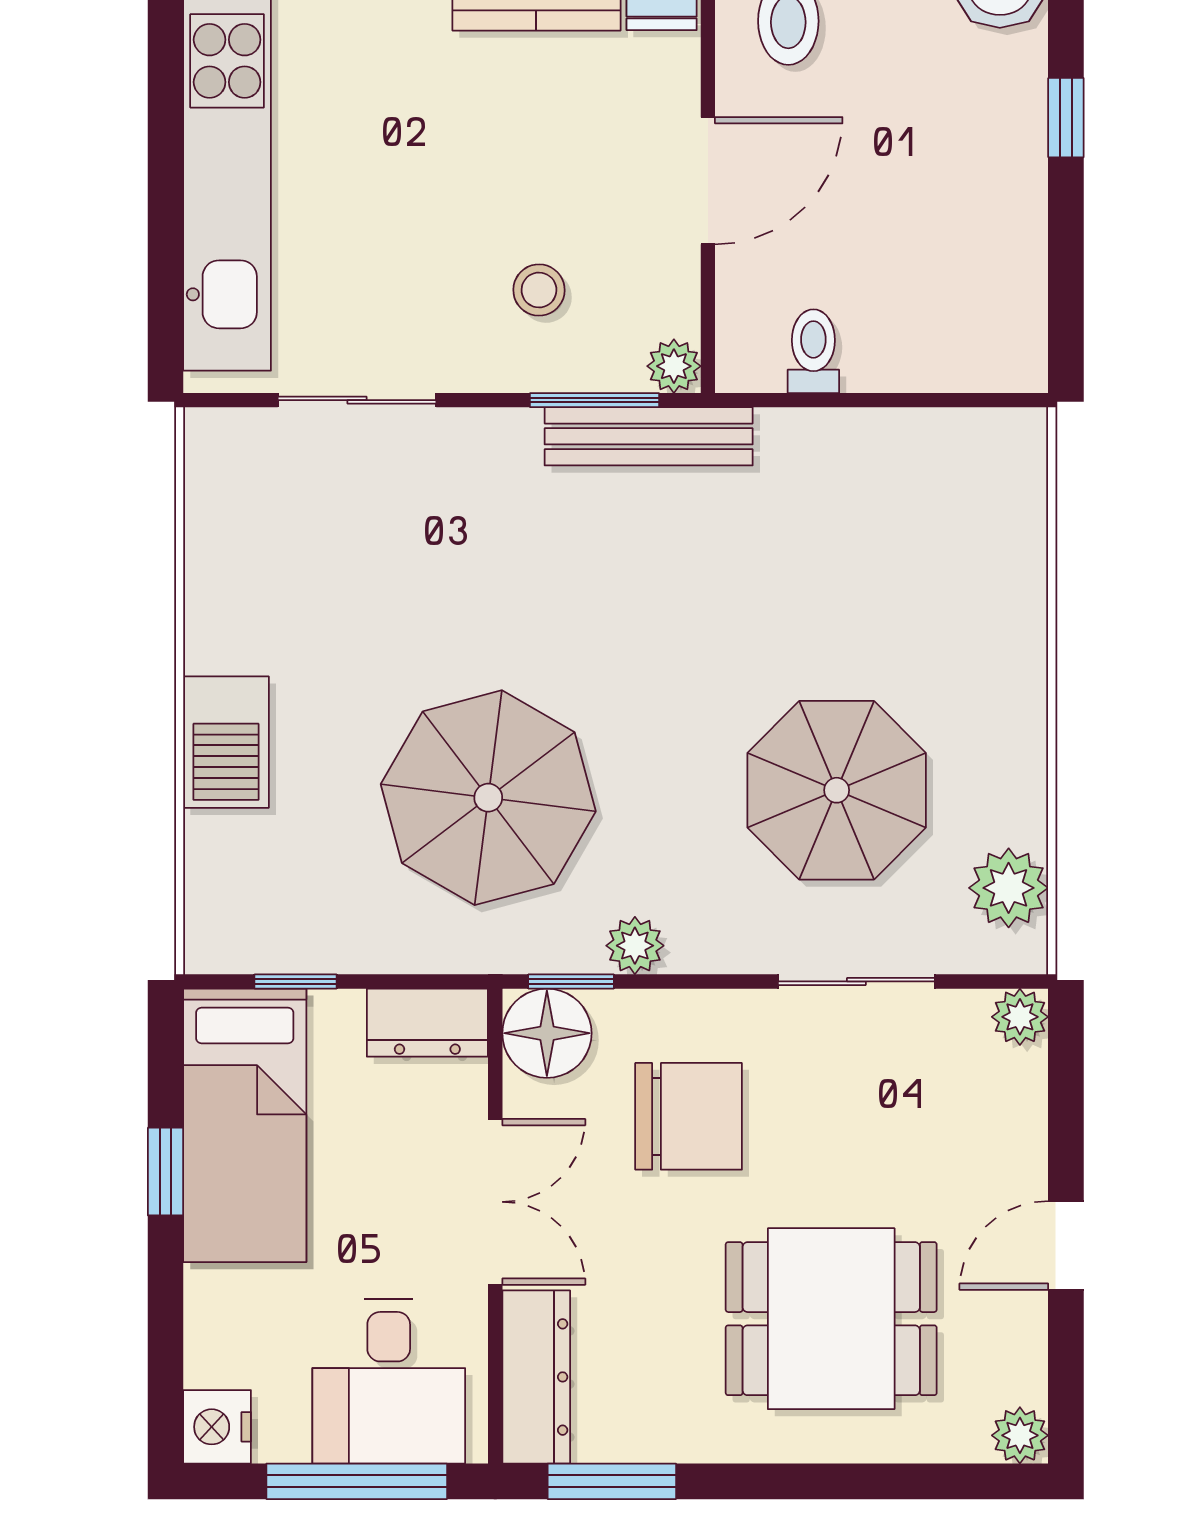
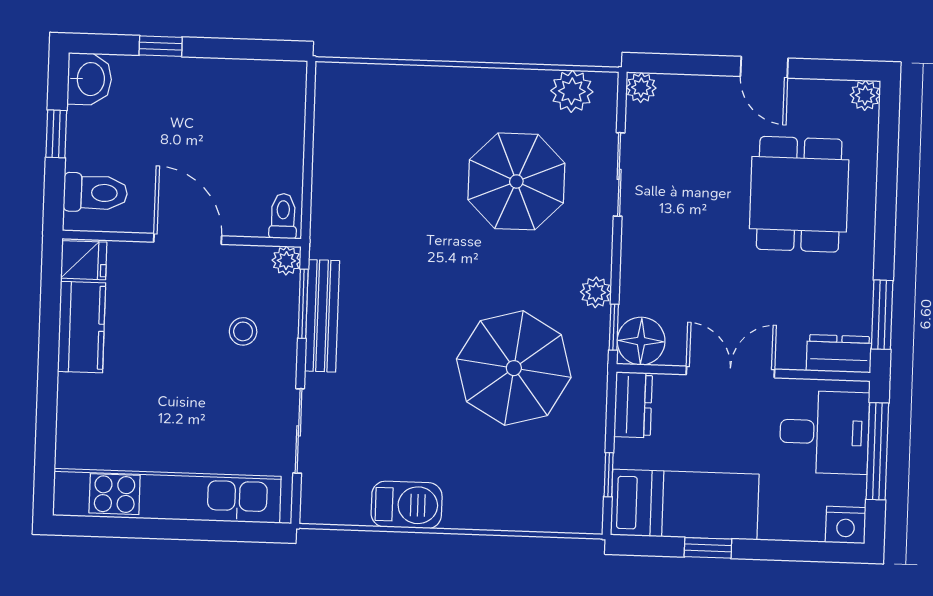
toilet: (813, 351) -> (283, 216), moved, turned 90
bench: (649, 436) -> (322, 316), moved
barbecue: (226, 742) -> (407, 505), moved
chair: (689, 1116) -> (688, 267), removed
dresser: (536, 1377) -> (839, 354), width x0.70

